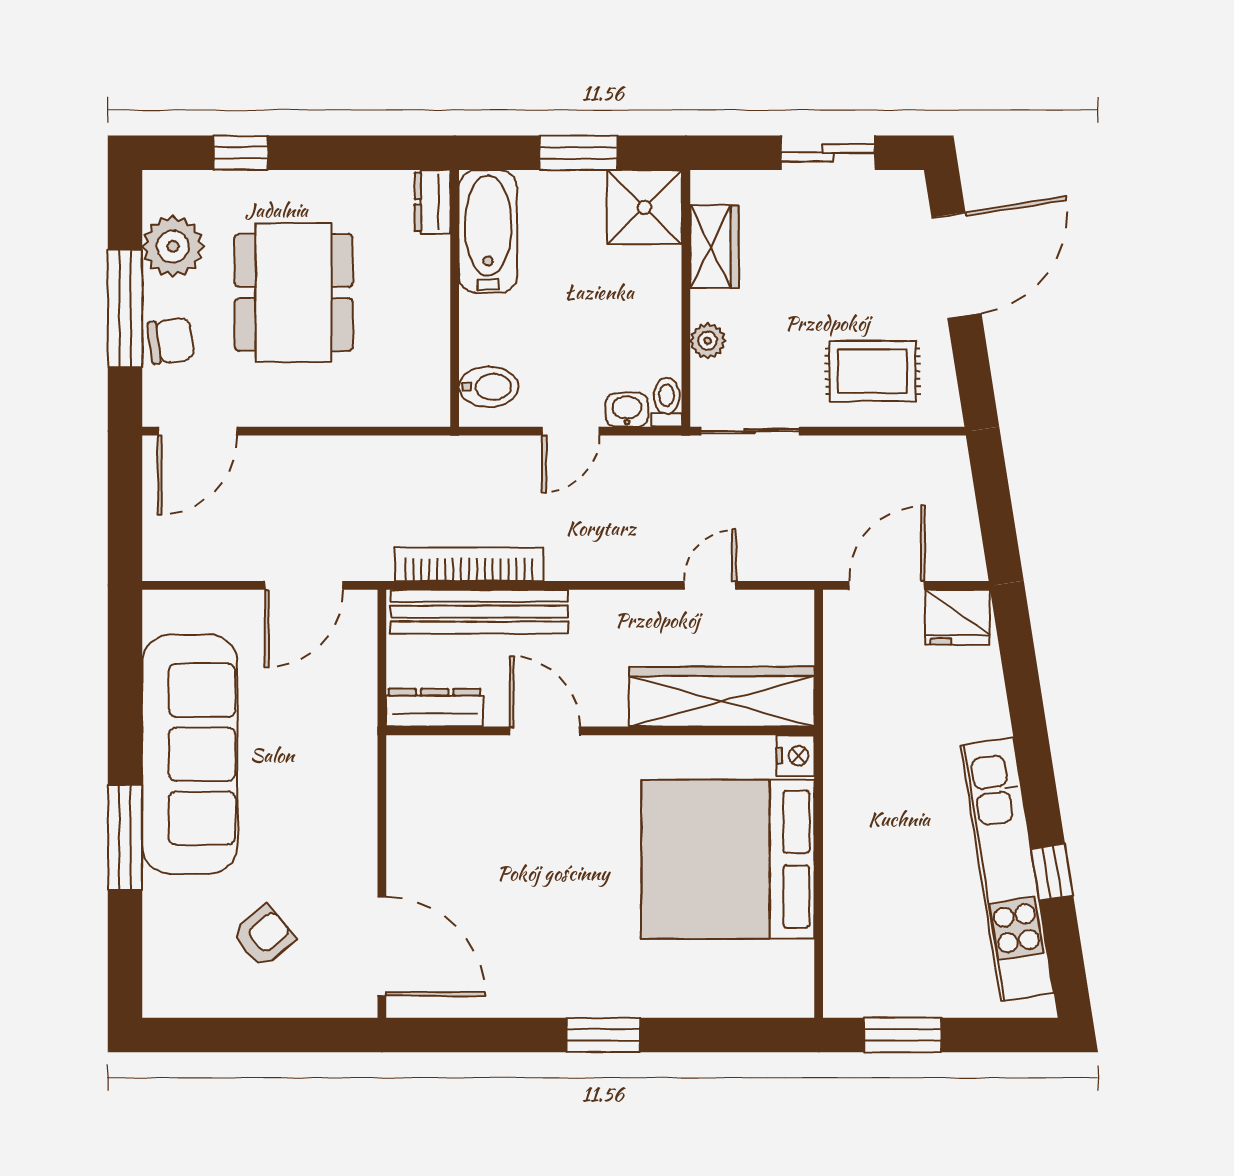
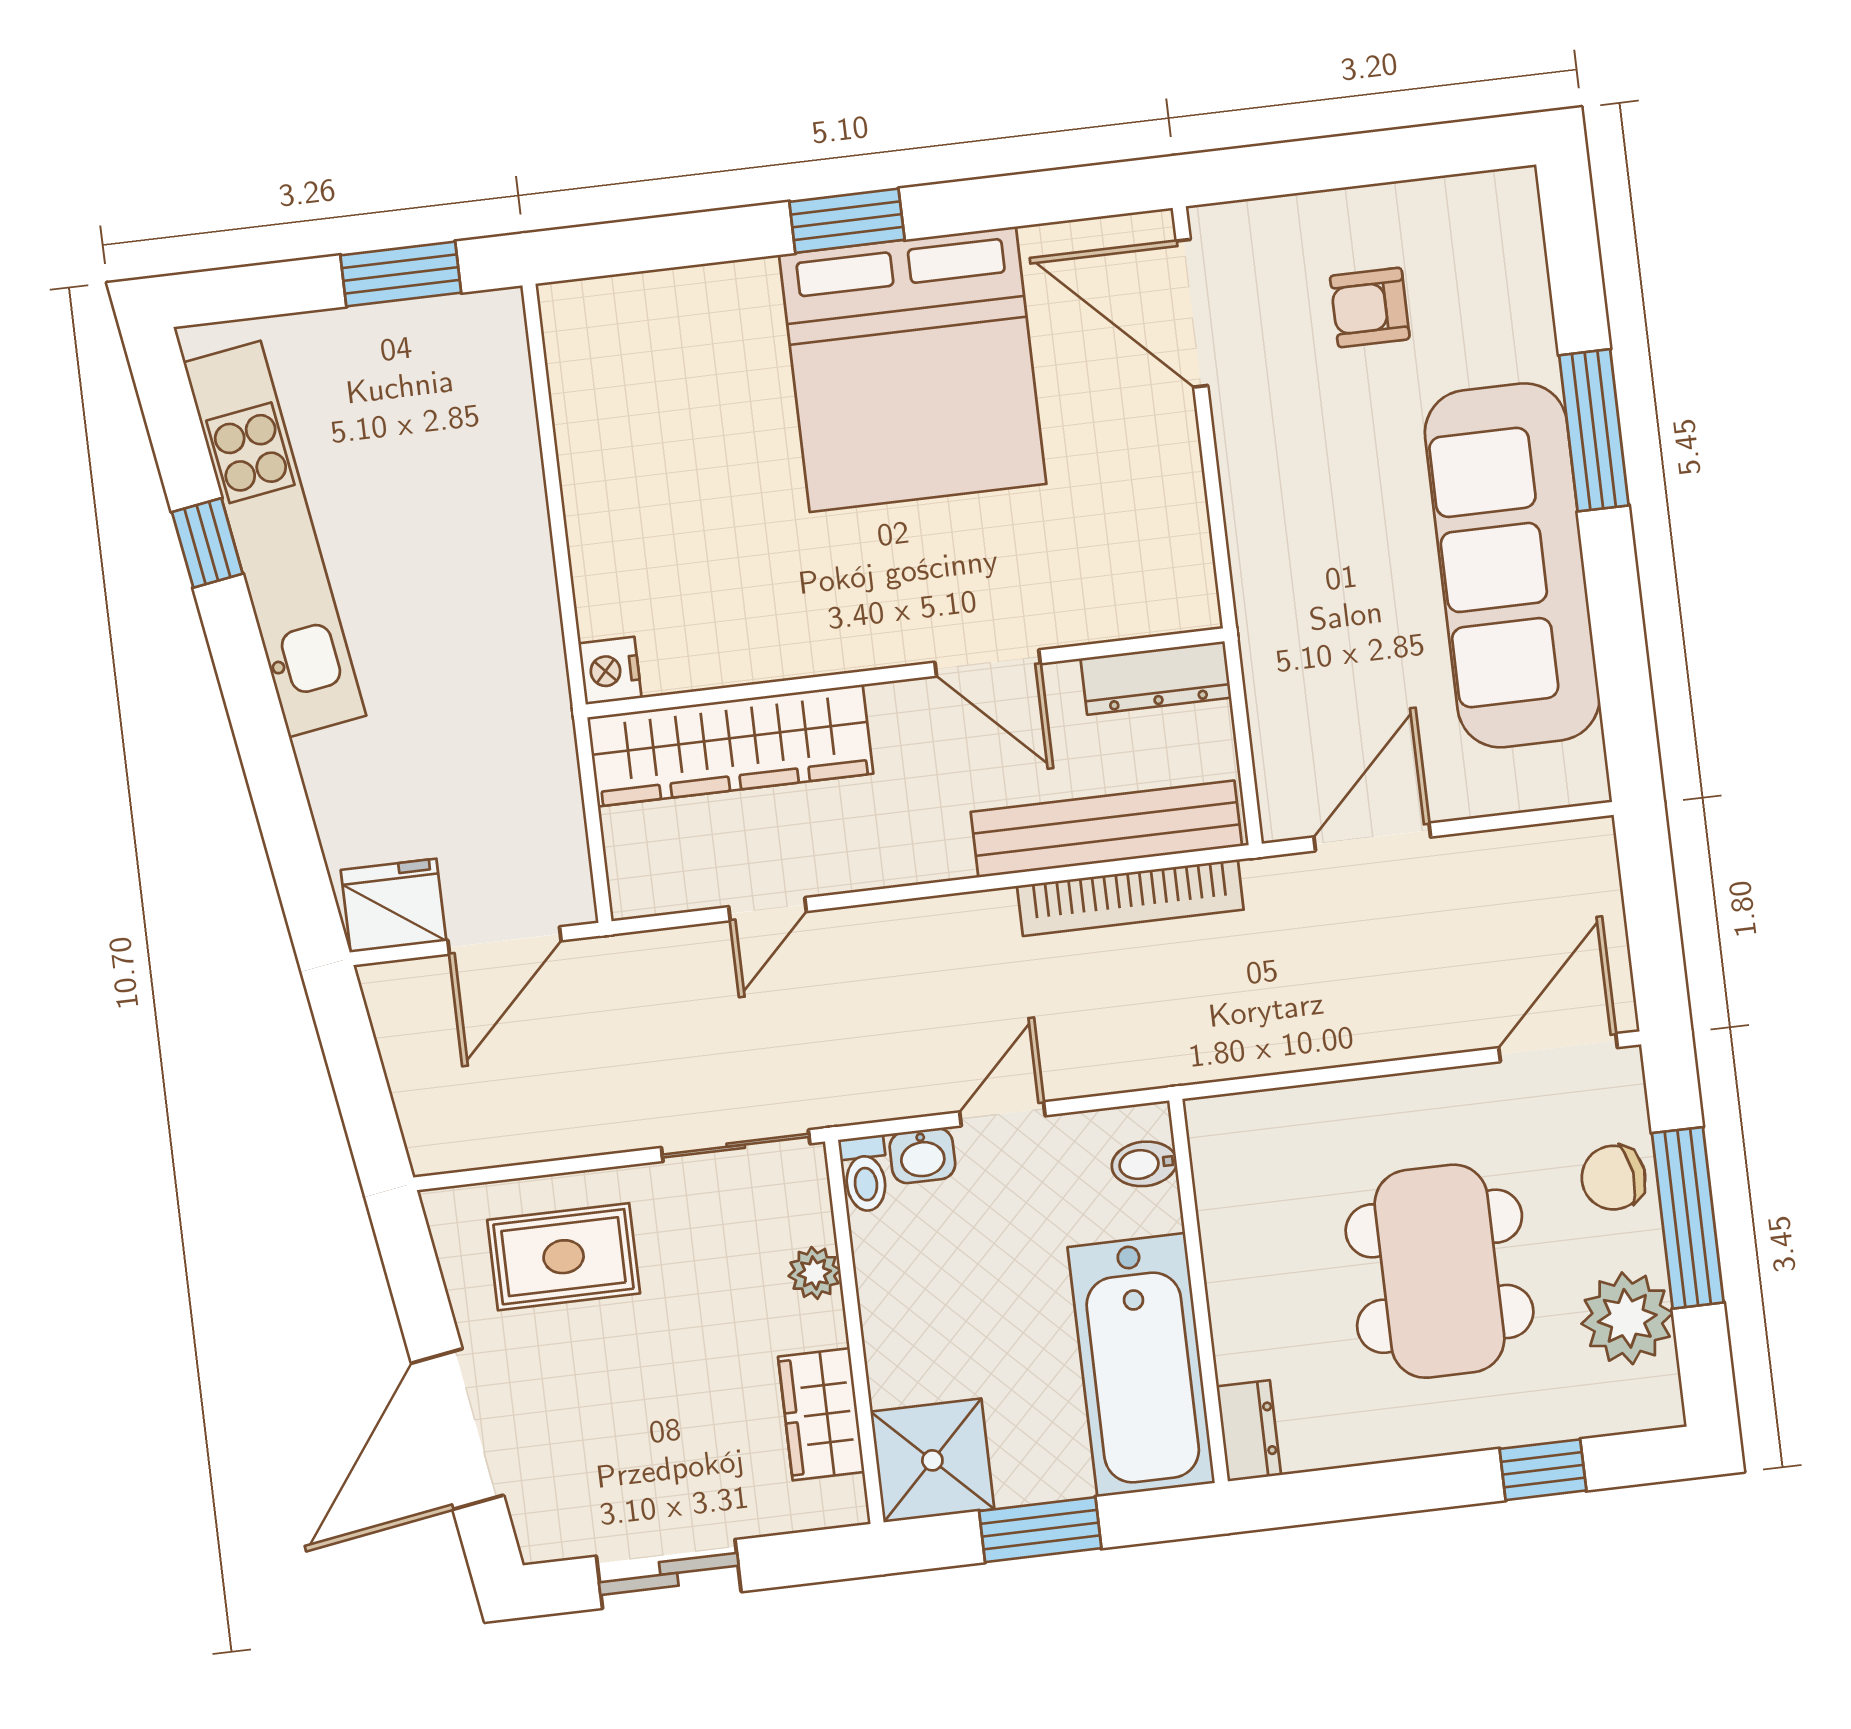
bathtub: (488, 231) -> (1141, 1365), width x1.36, depth x1.36
bidet: (489, 387) -> (1144, 1164), width x0.72, depth x0.74
bed: (728, 859) -> (913, 369), moved, turned 90
armchair: (264, 936) -> (1370, 307), turned 40

